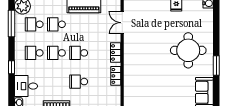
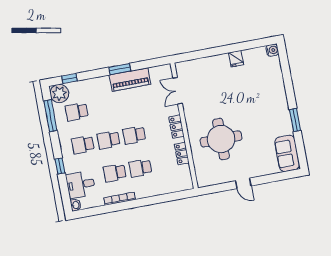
school desk: (56, 24) -> (115, 173), moved
round table: (188, 50) -> (221, 139), moved

